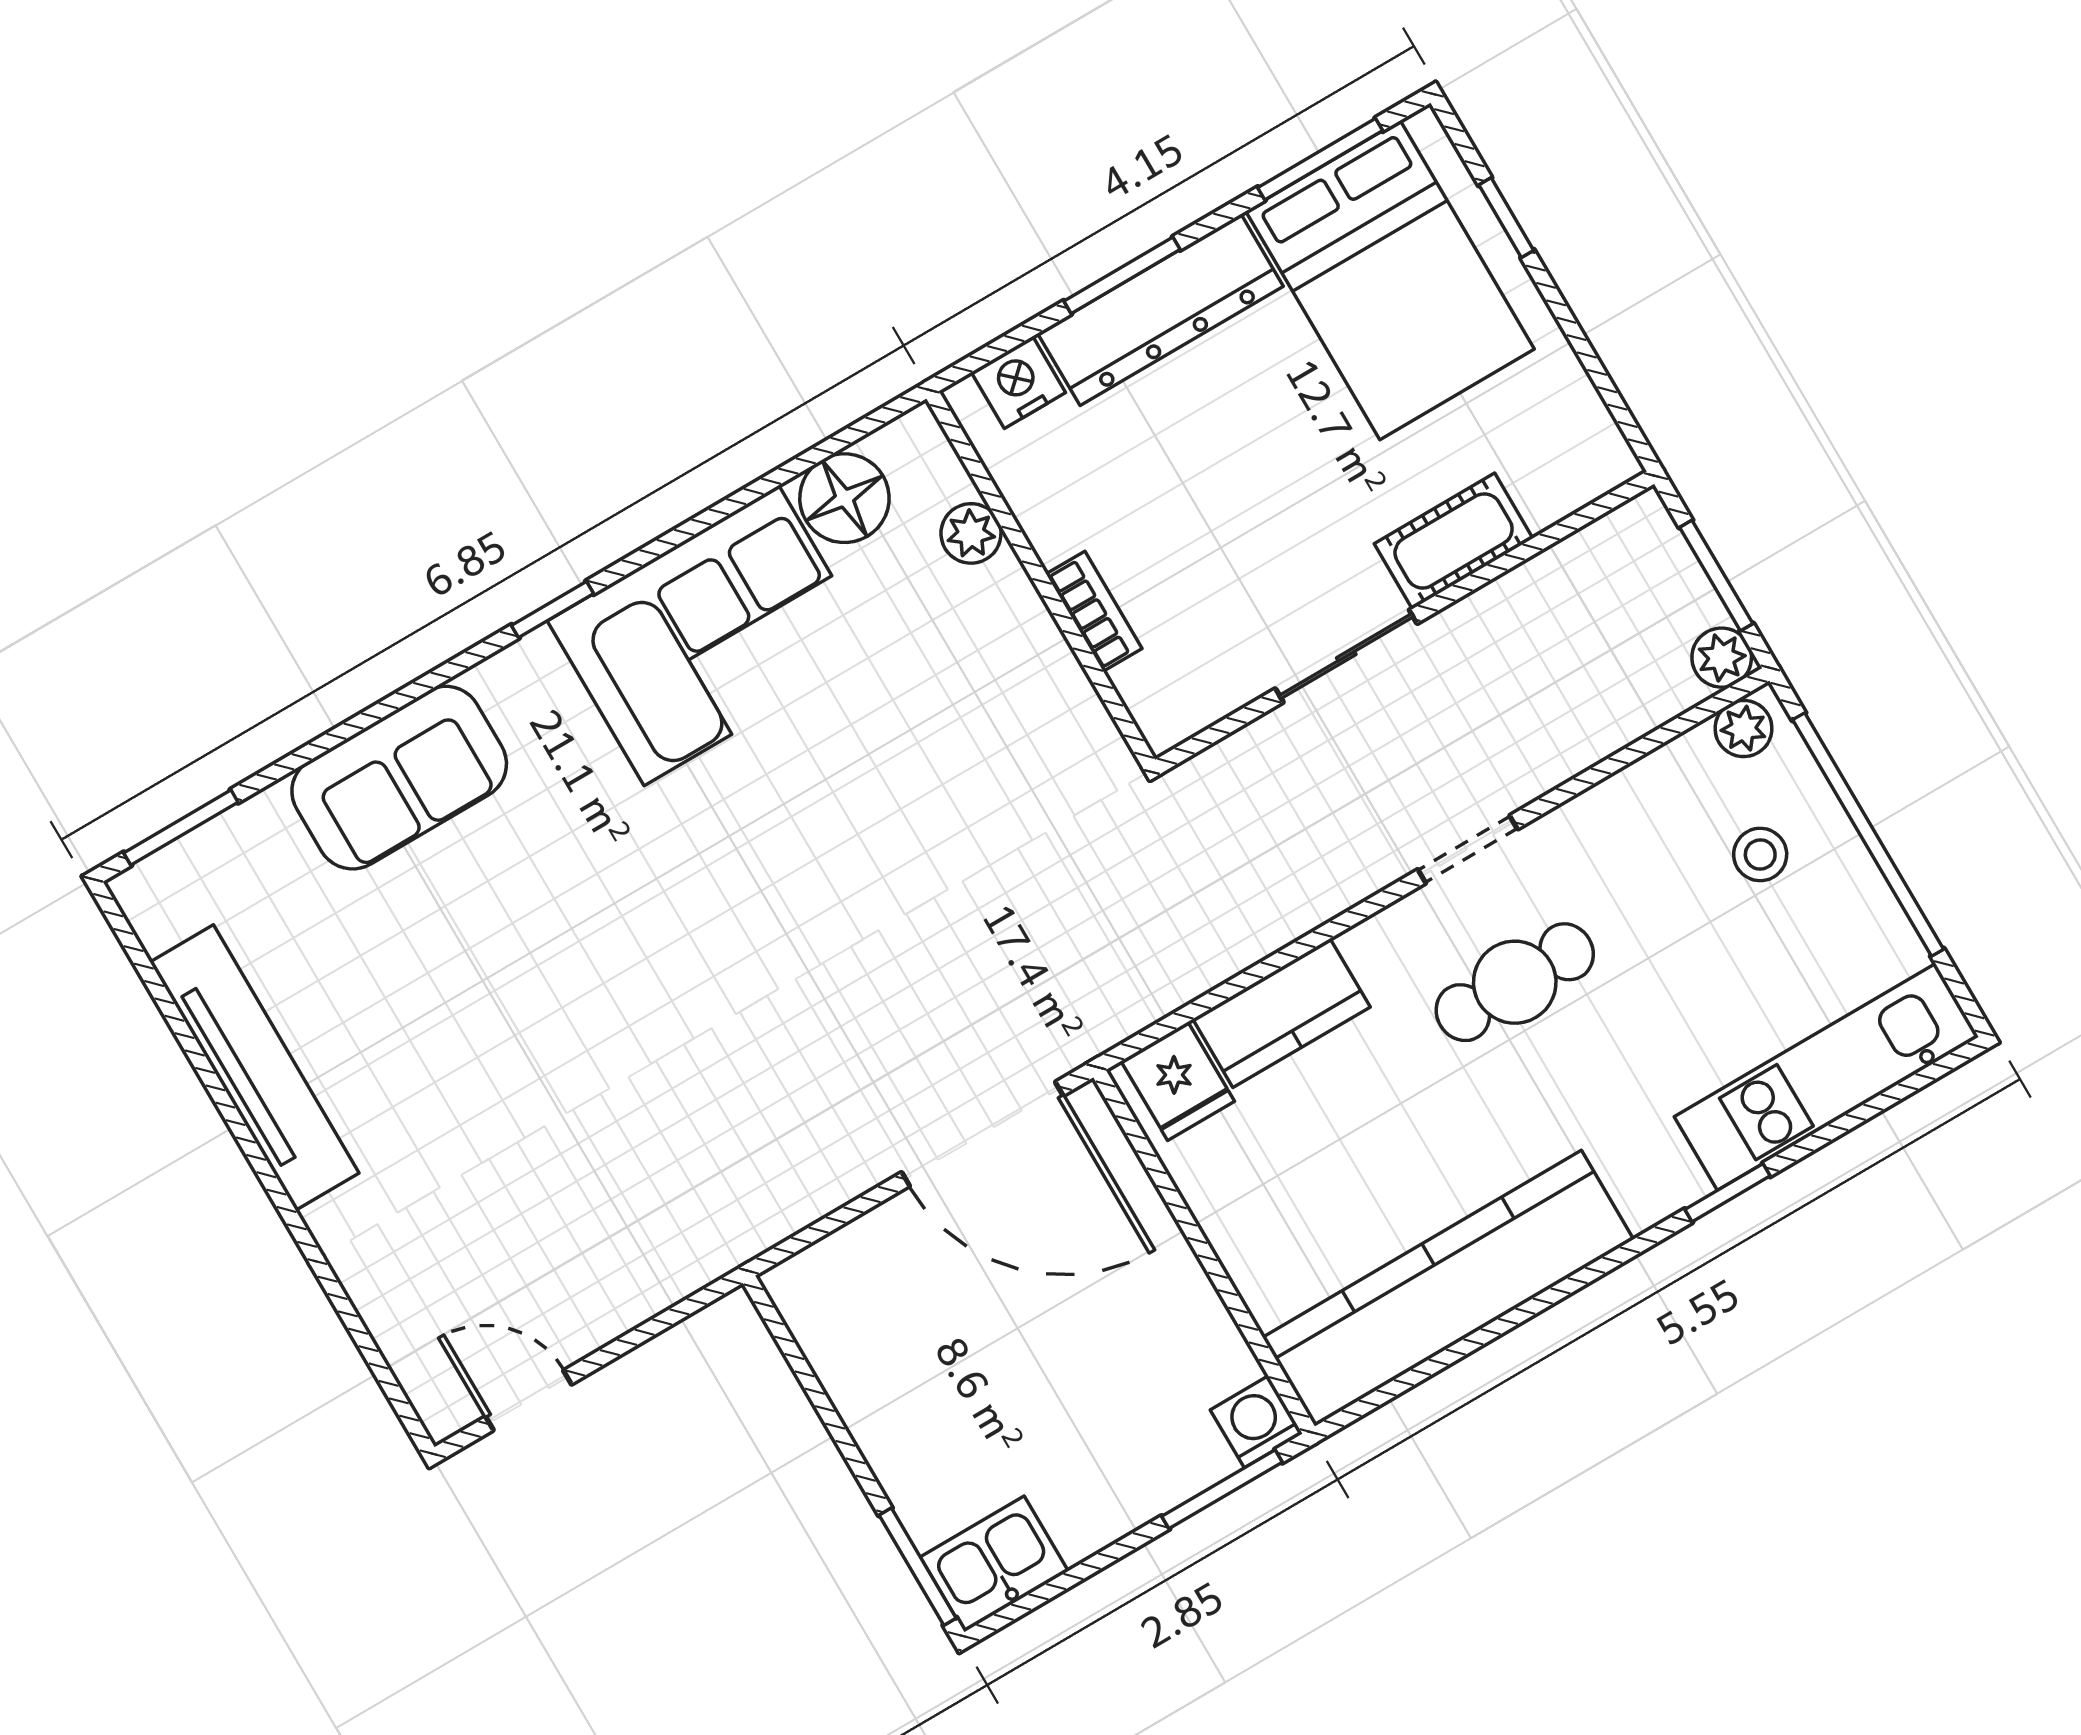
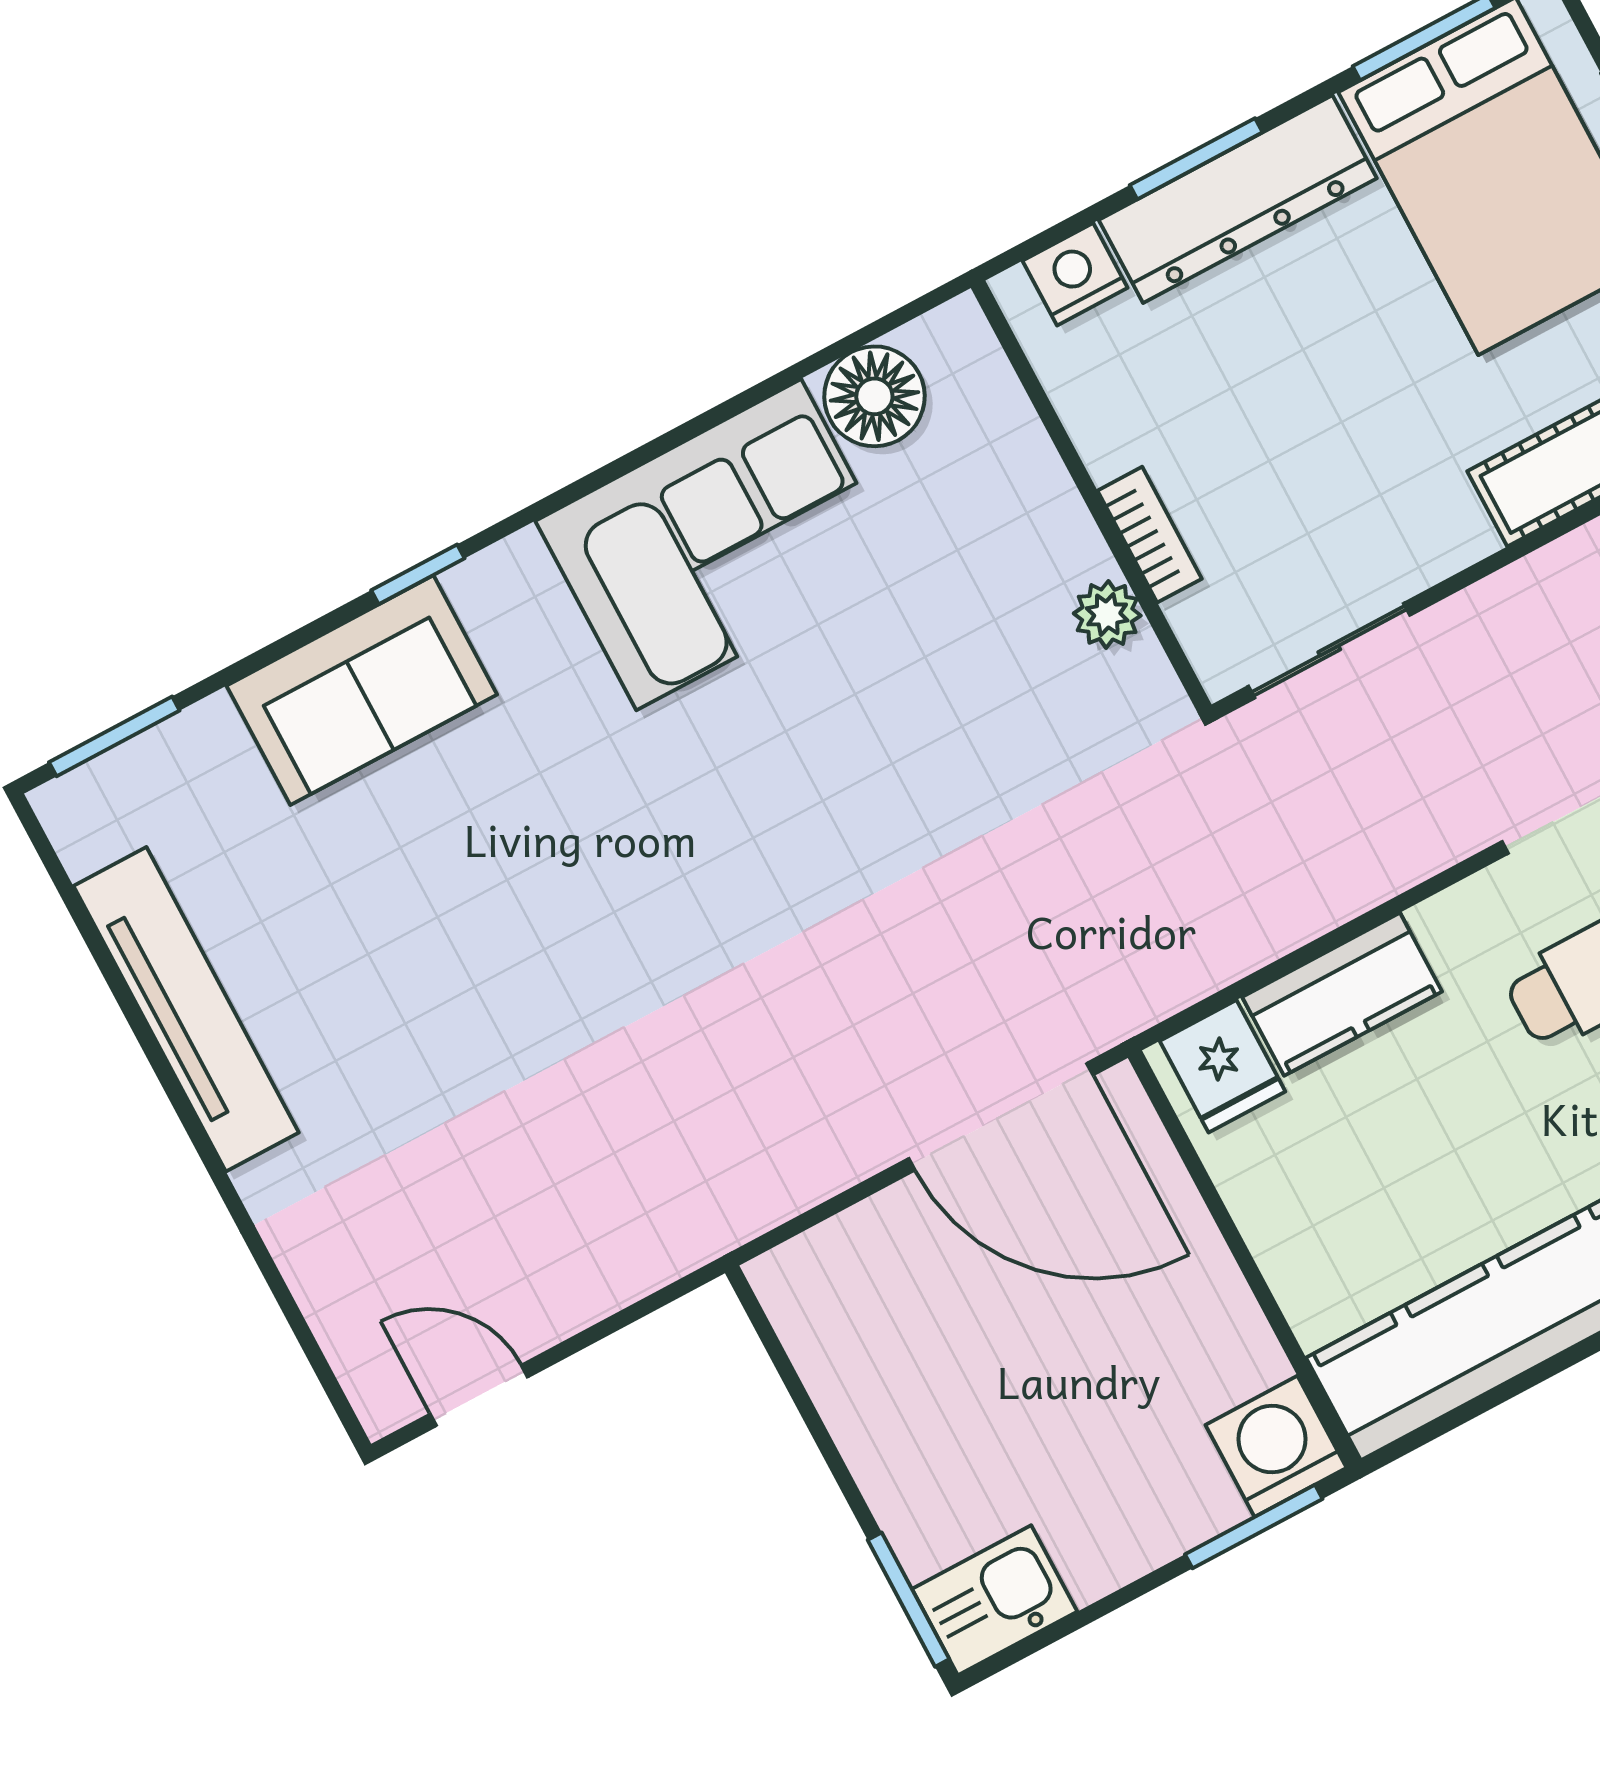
plant: (971, 533) -> (1107, 614), moved
window: (552, 609) -> (418, 574), moved
sliding door: (1346, 656) -> (1329, 651), moved
washing machine: (1256, 1422) -> (1276, 1446), width x1.38, depth x1.38

